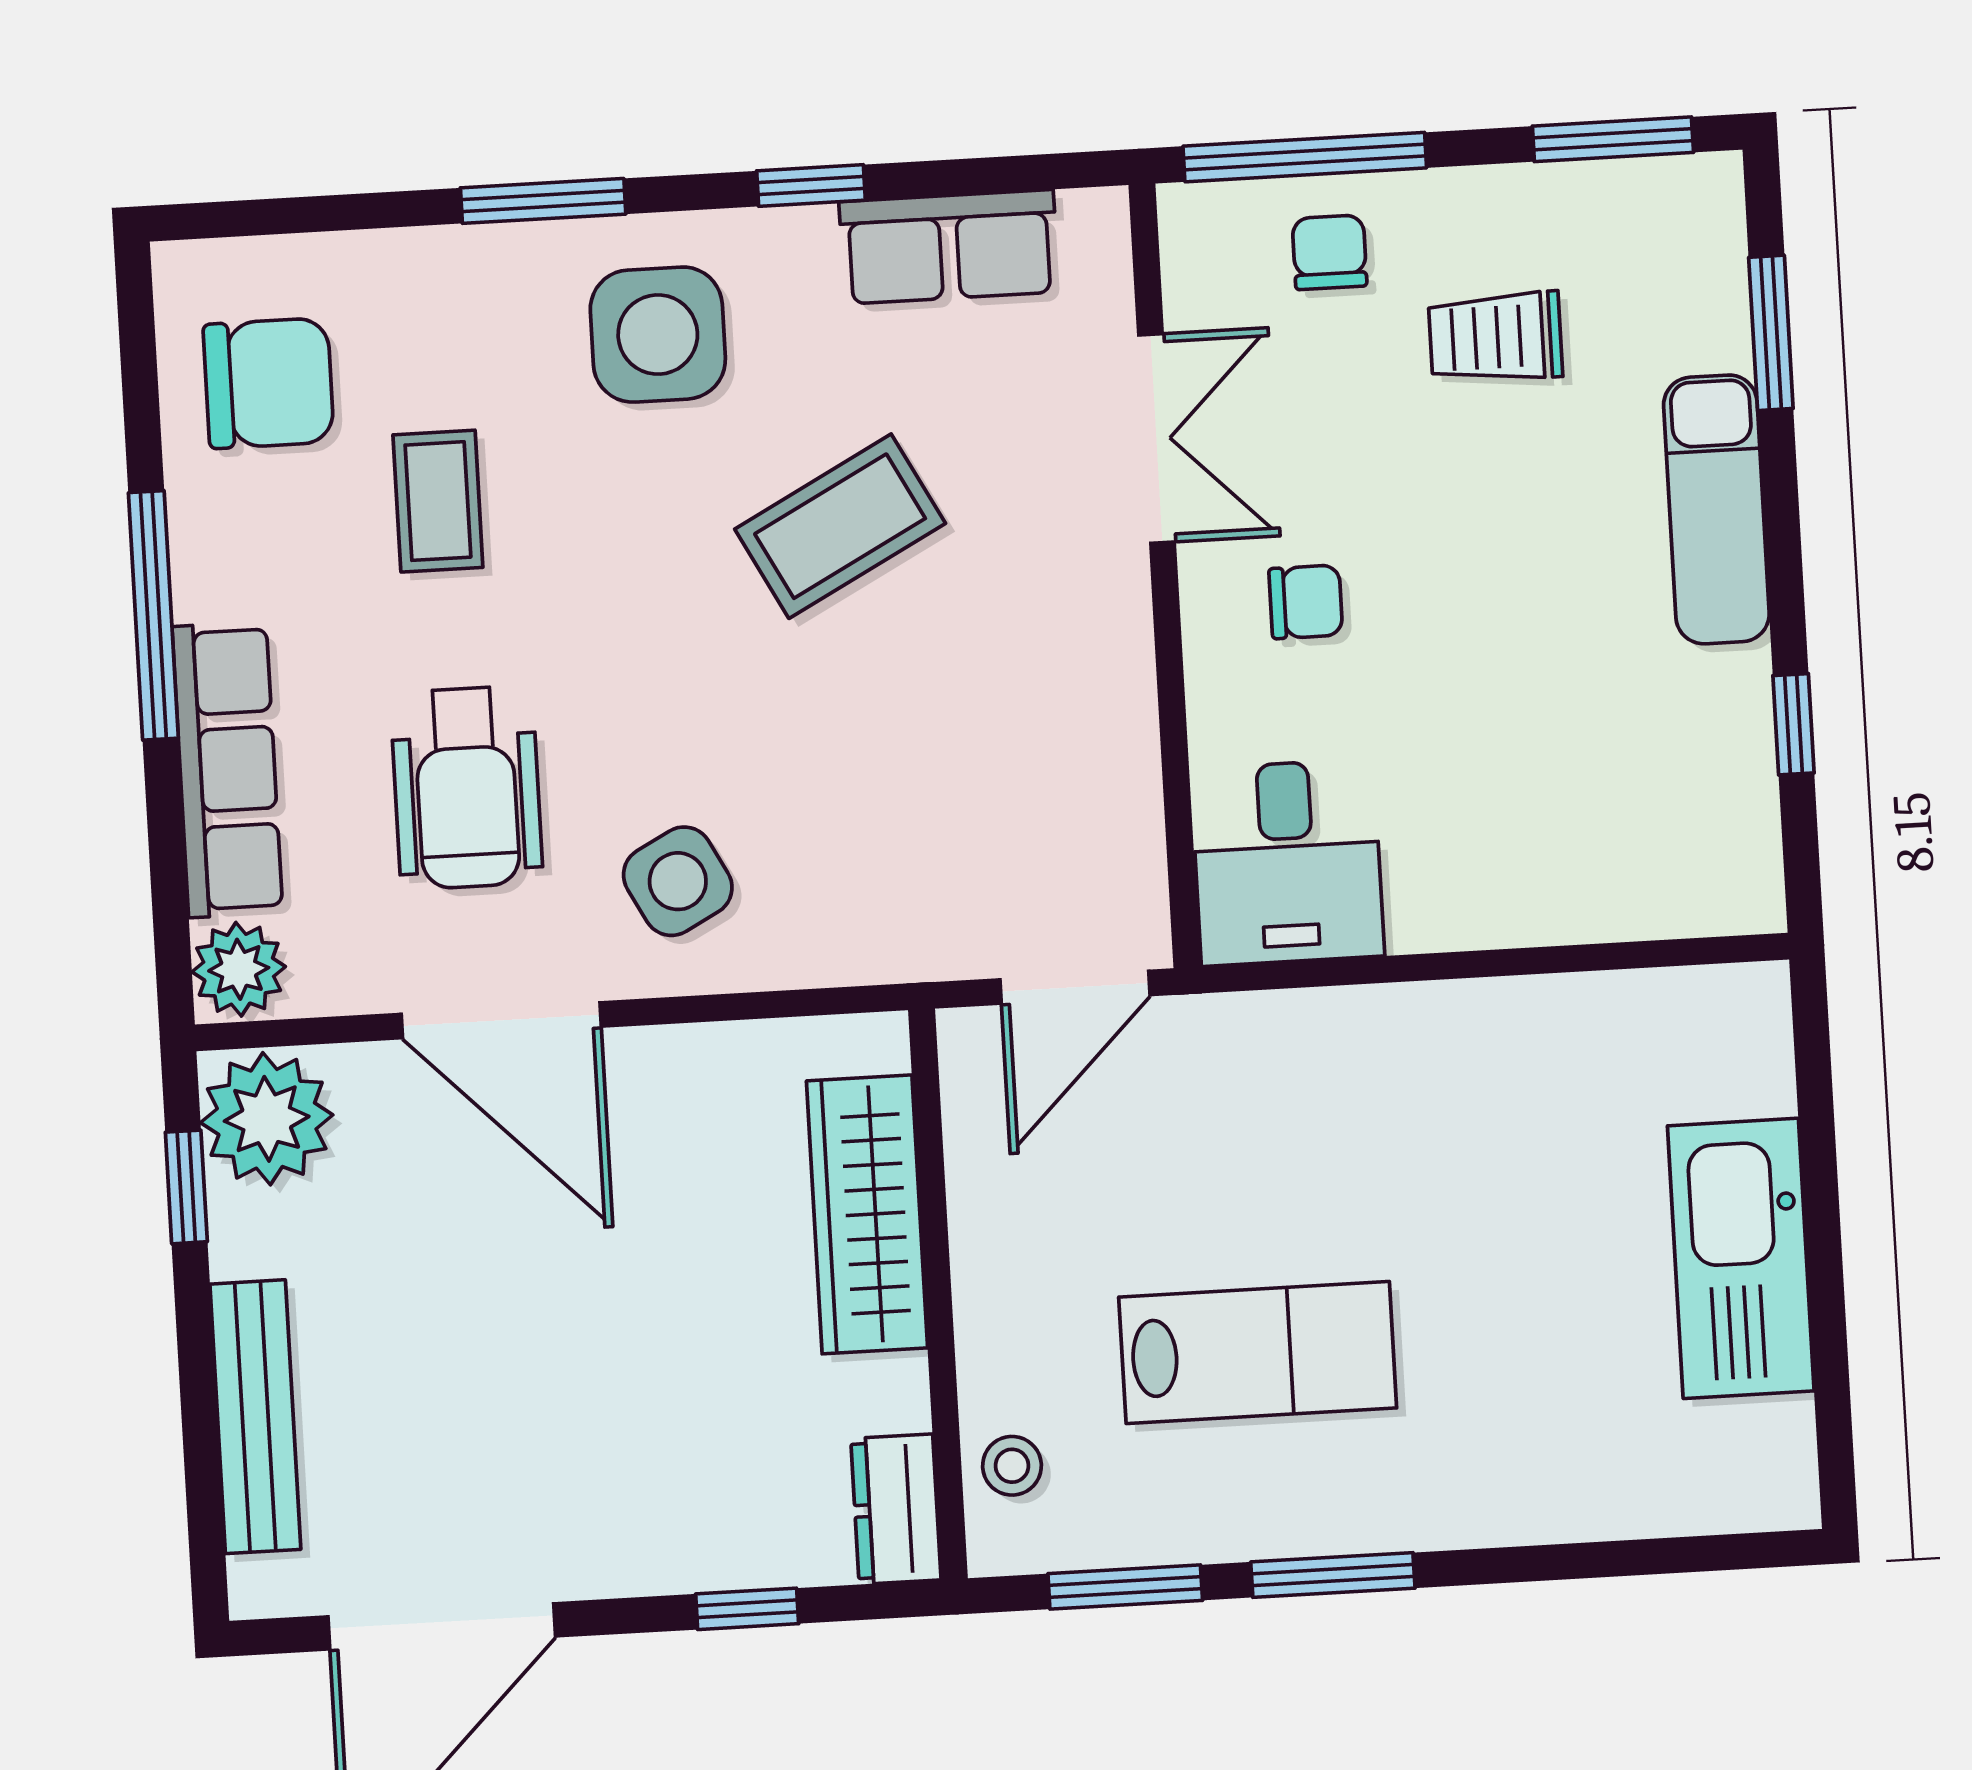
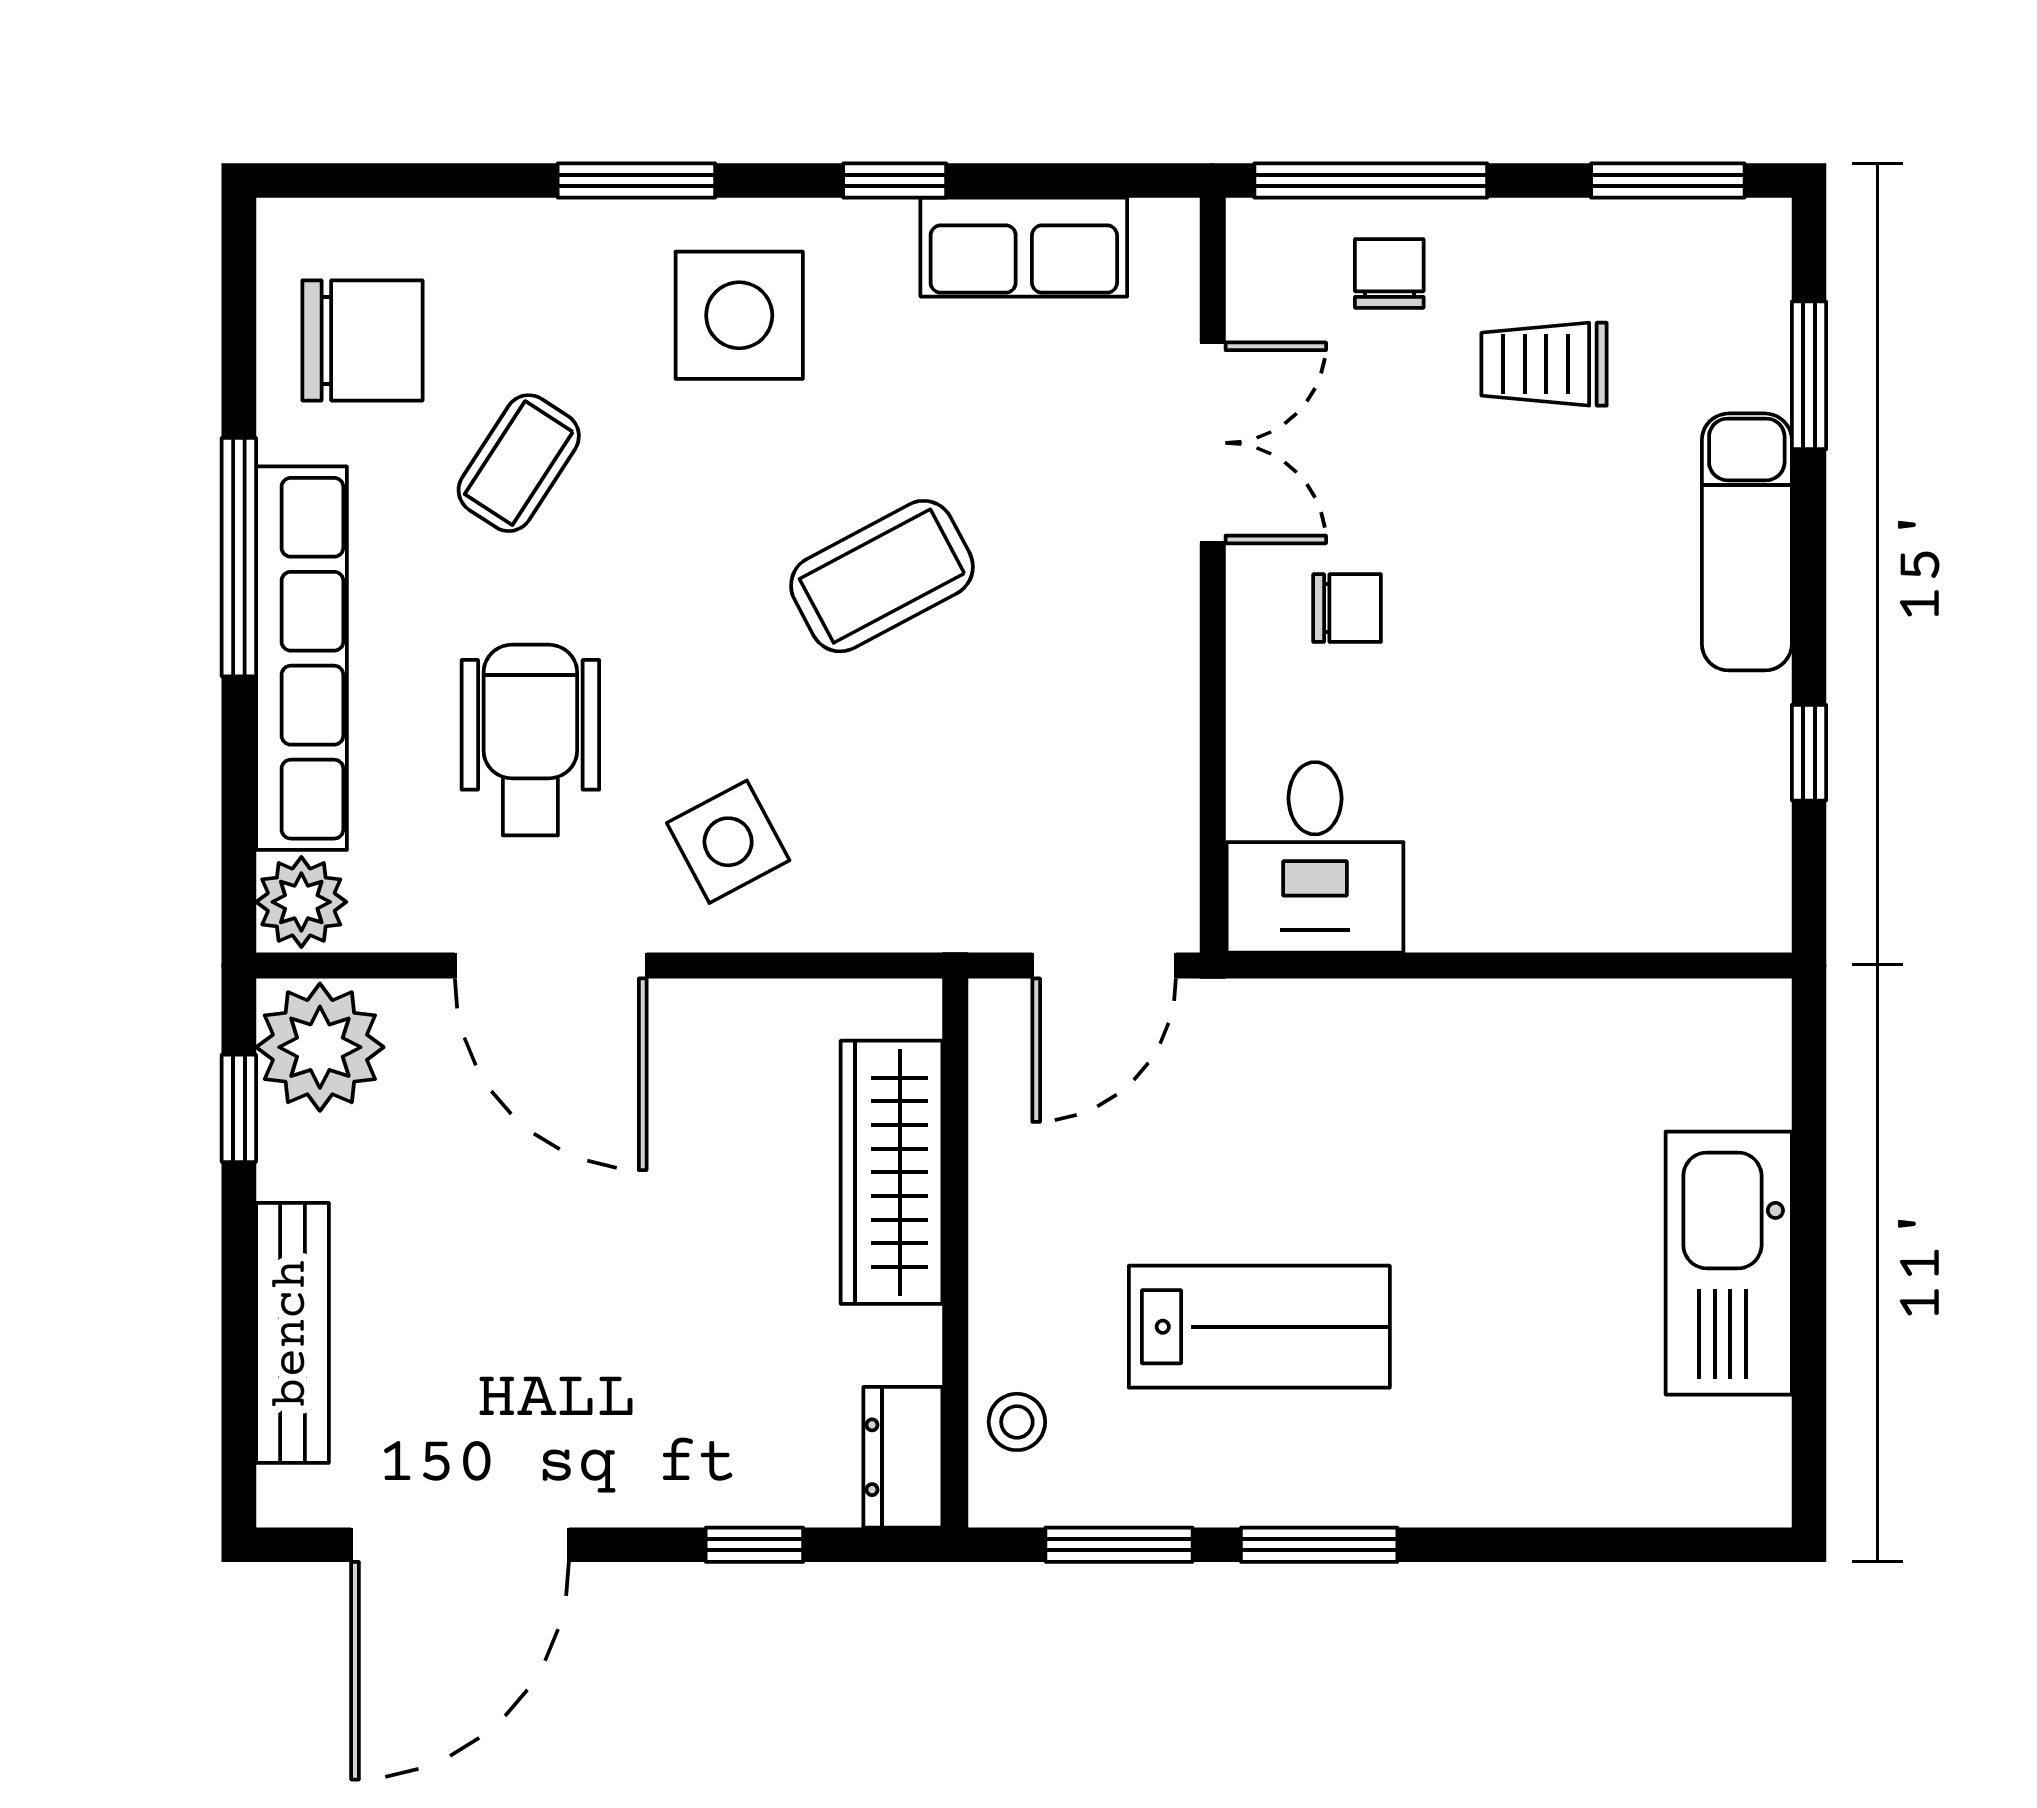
coffee table: (438, 501) -> (519, 463), turned 33
coffee table: (840, 526) -> (882, 576), moved
row of seats: (227, 770) -> (302, 658), width x1.36
wheelchair: (467, 788) -> (530, 740), turned 180

